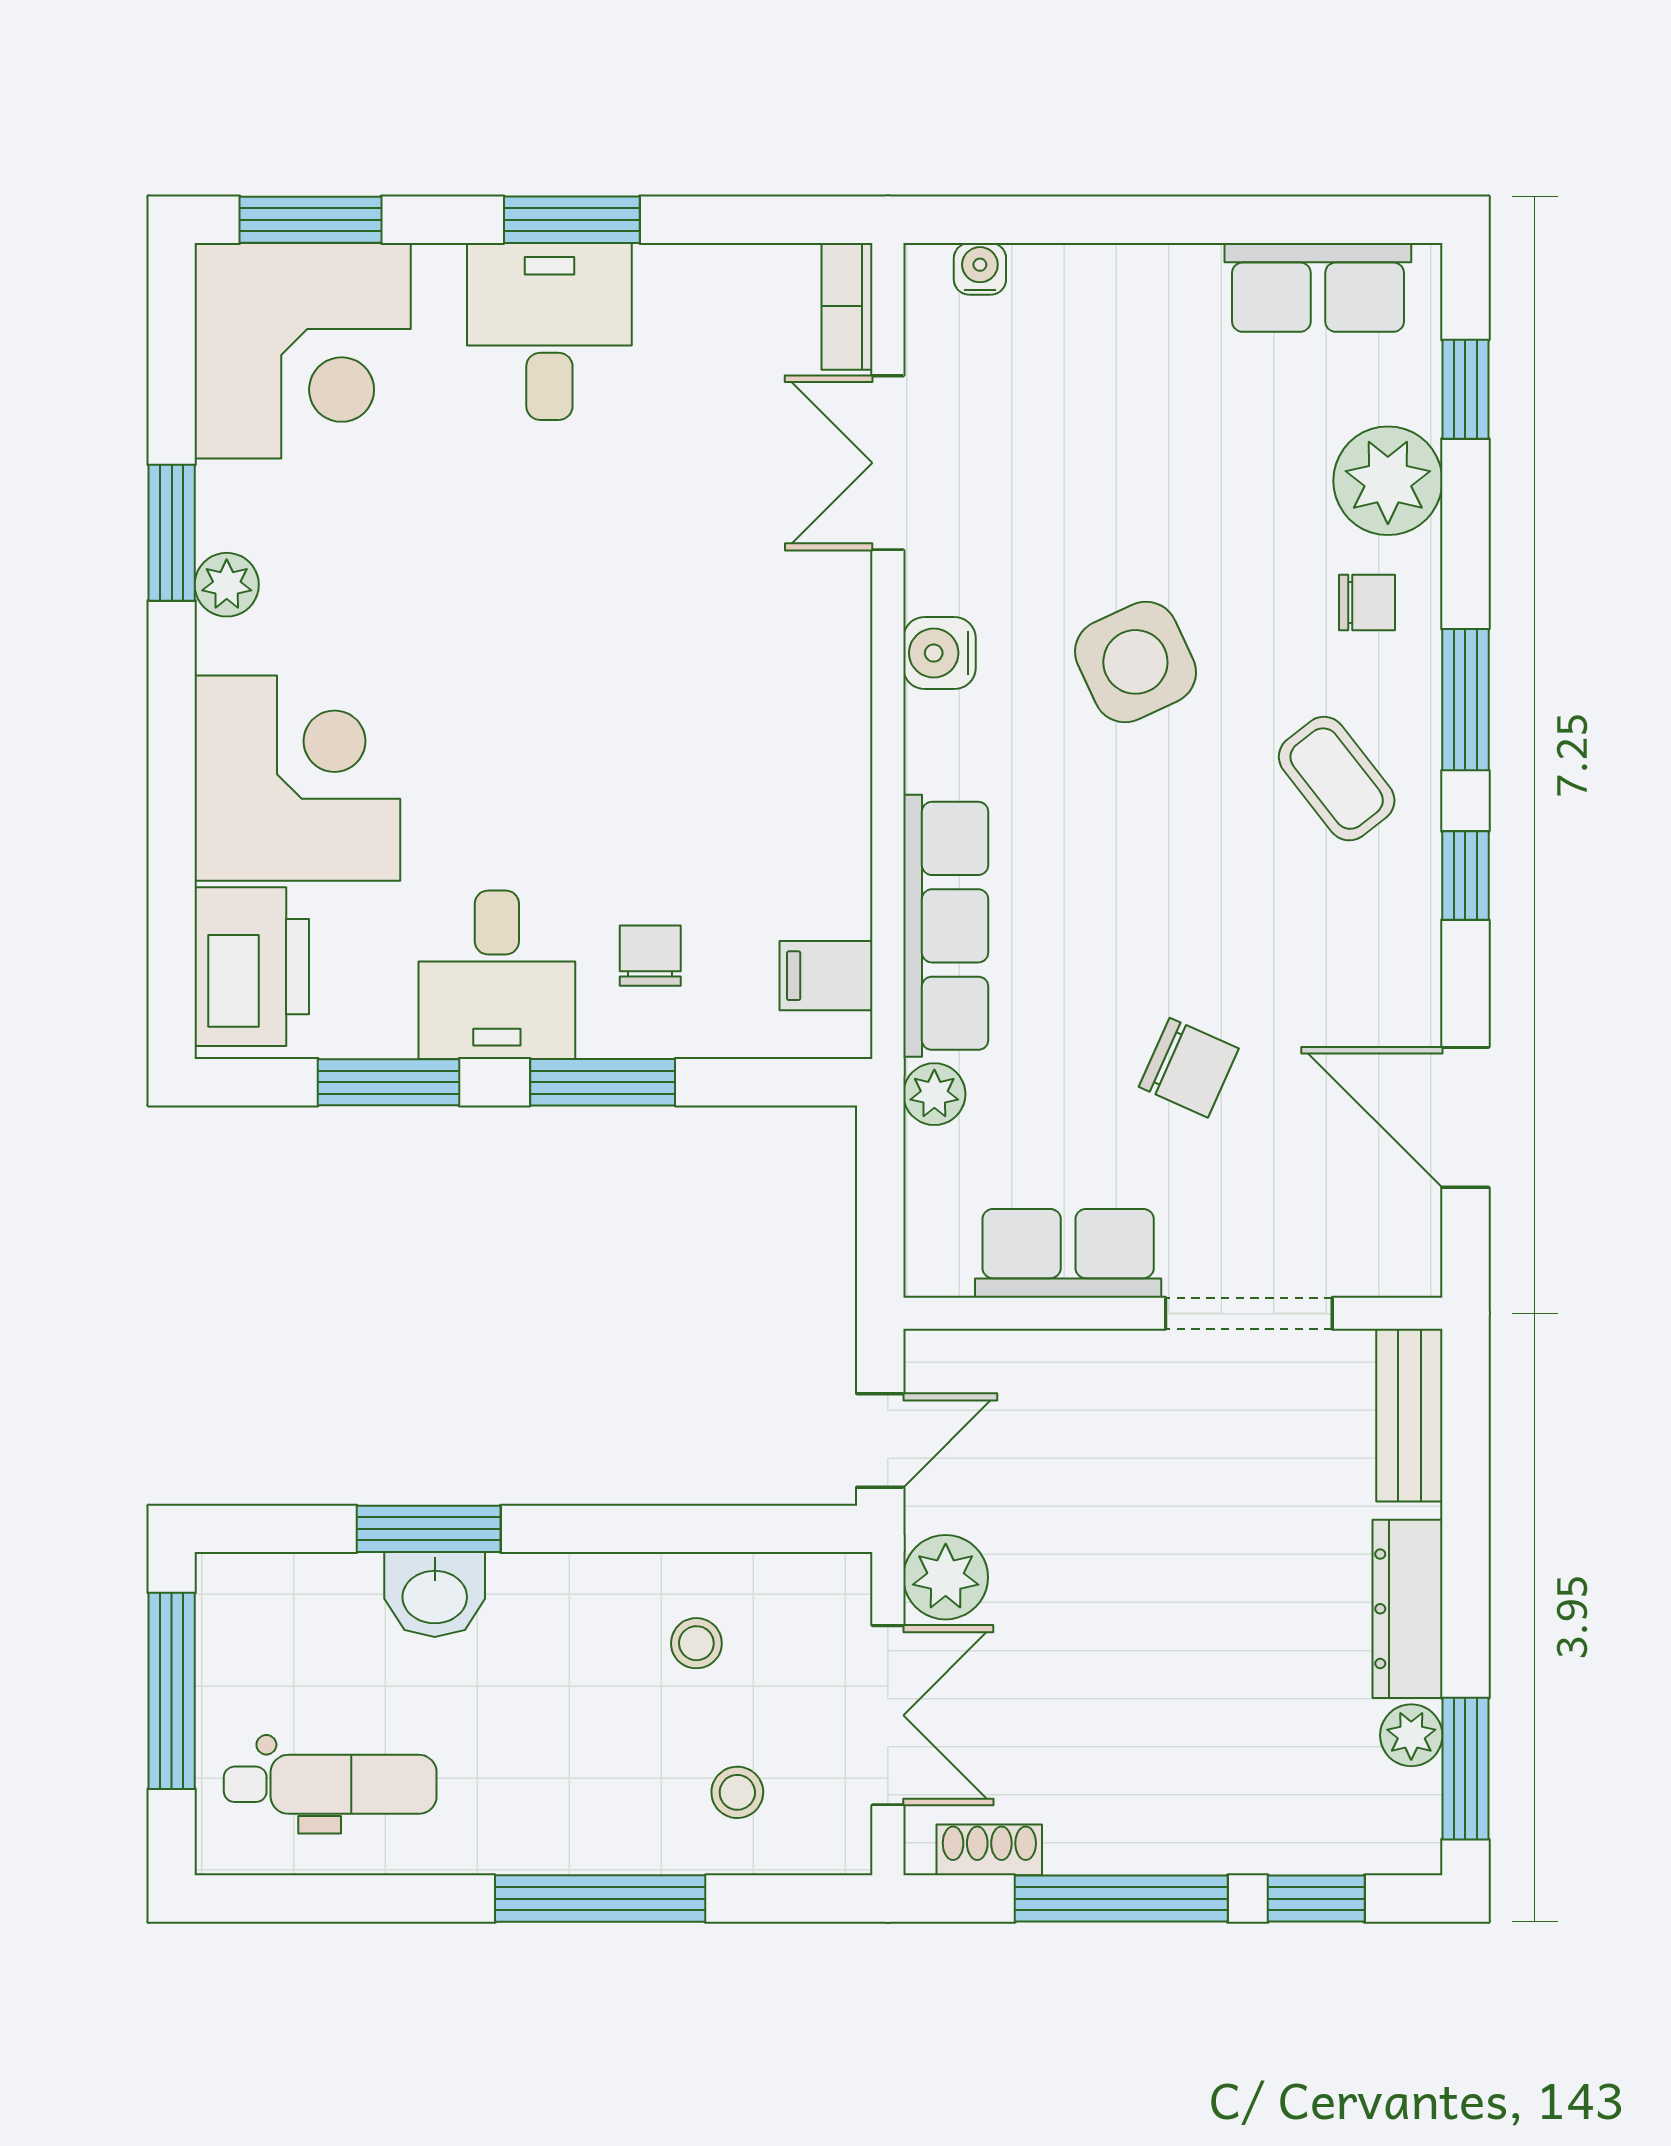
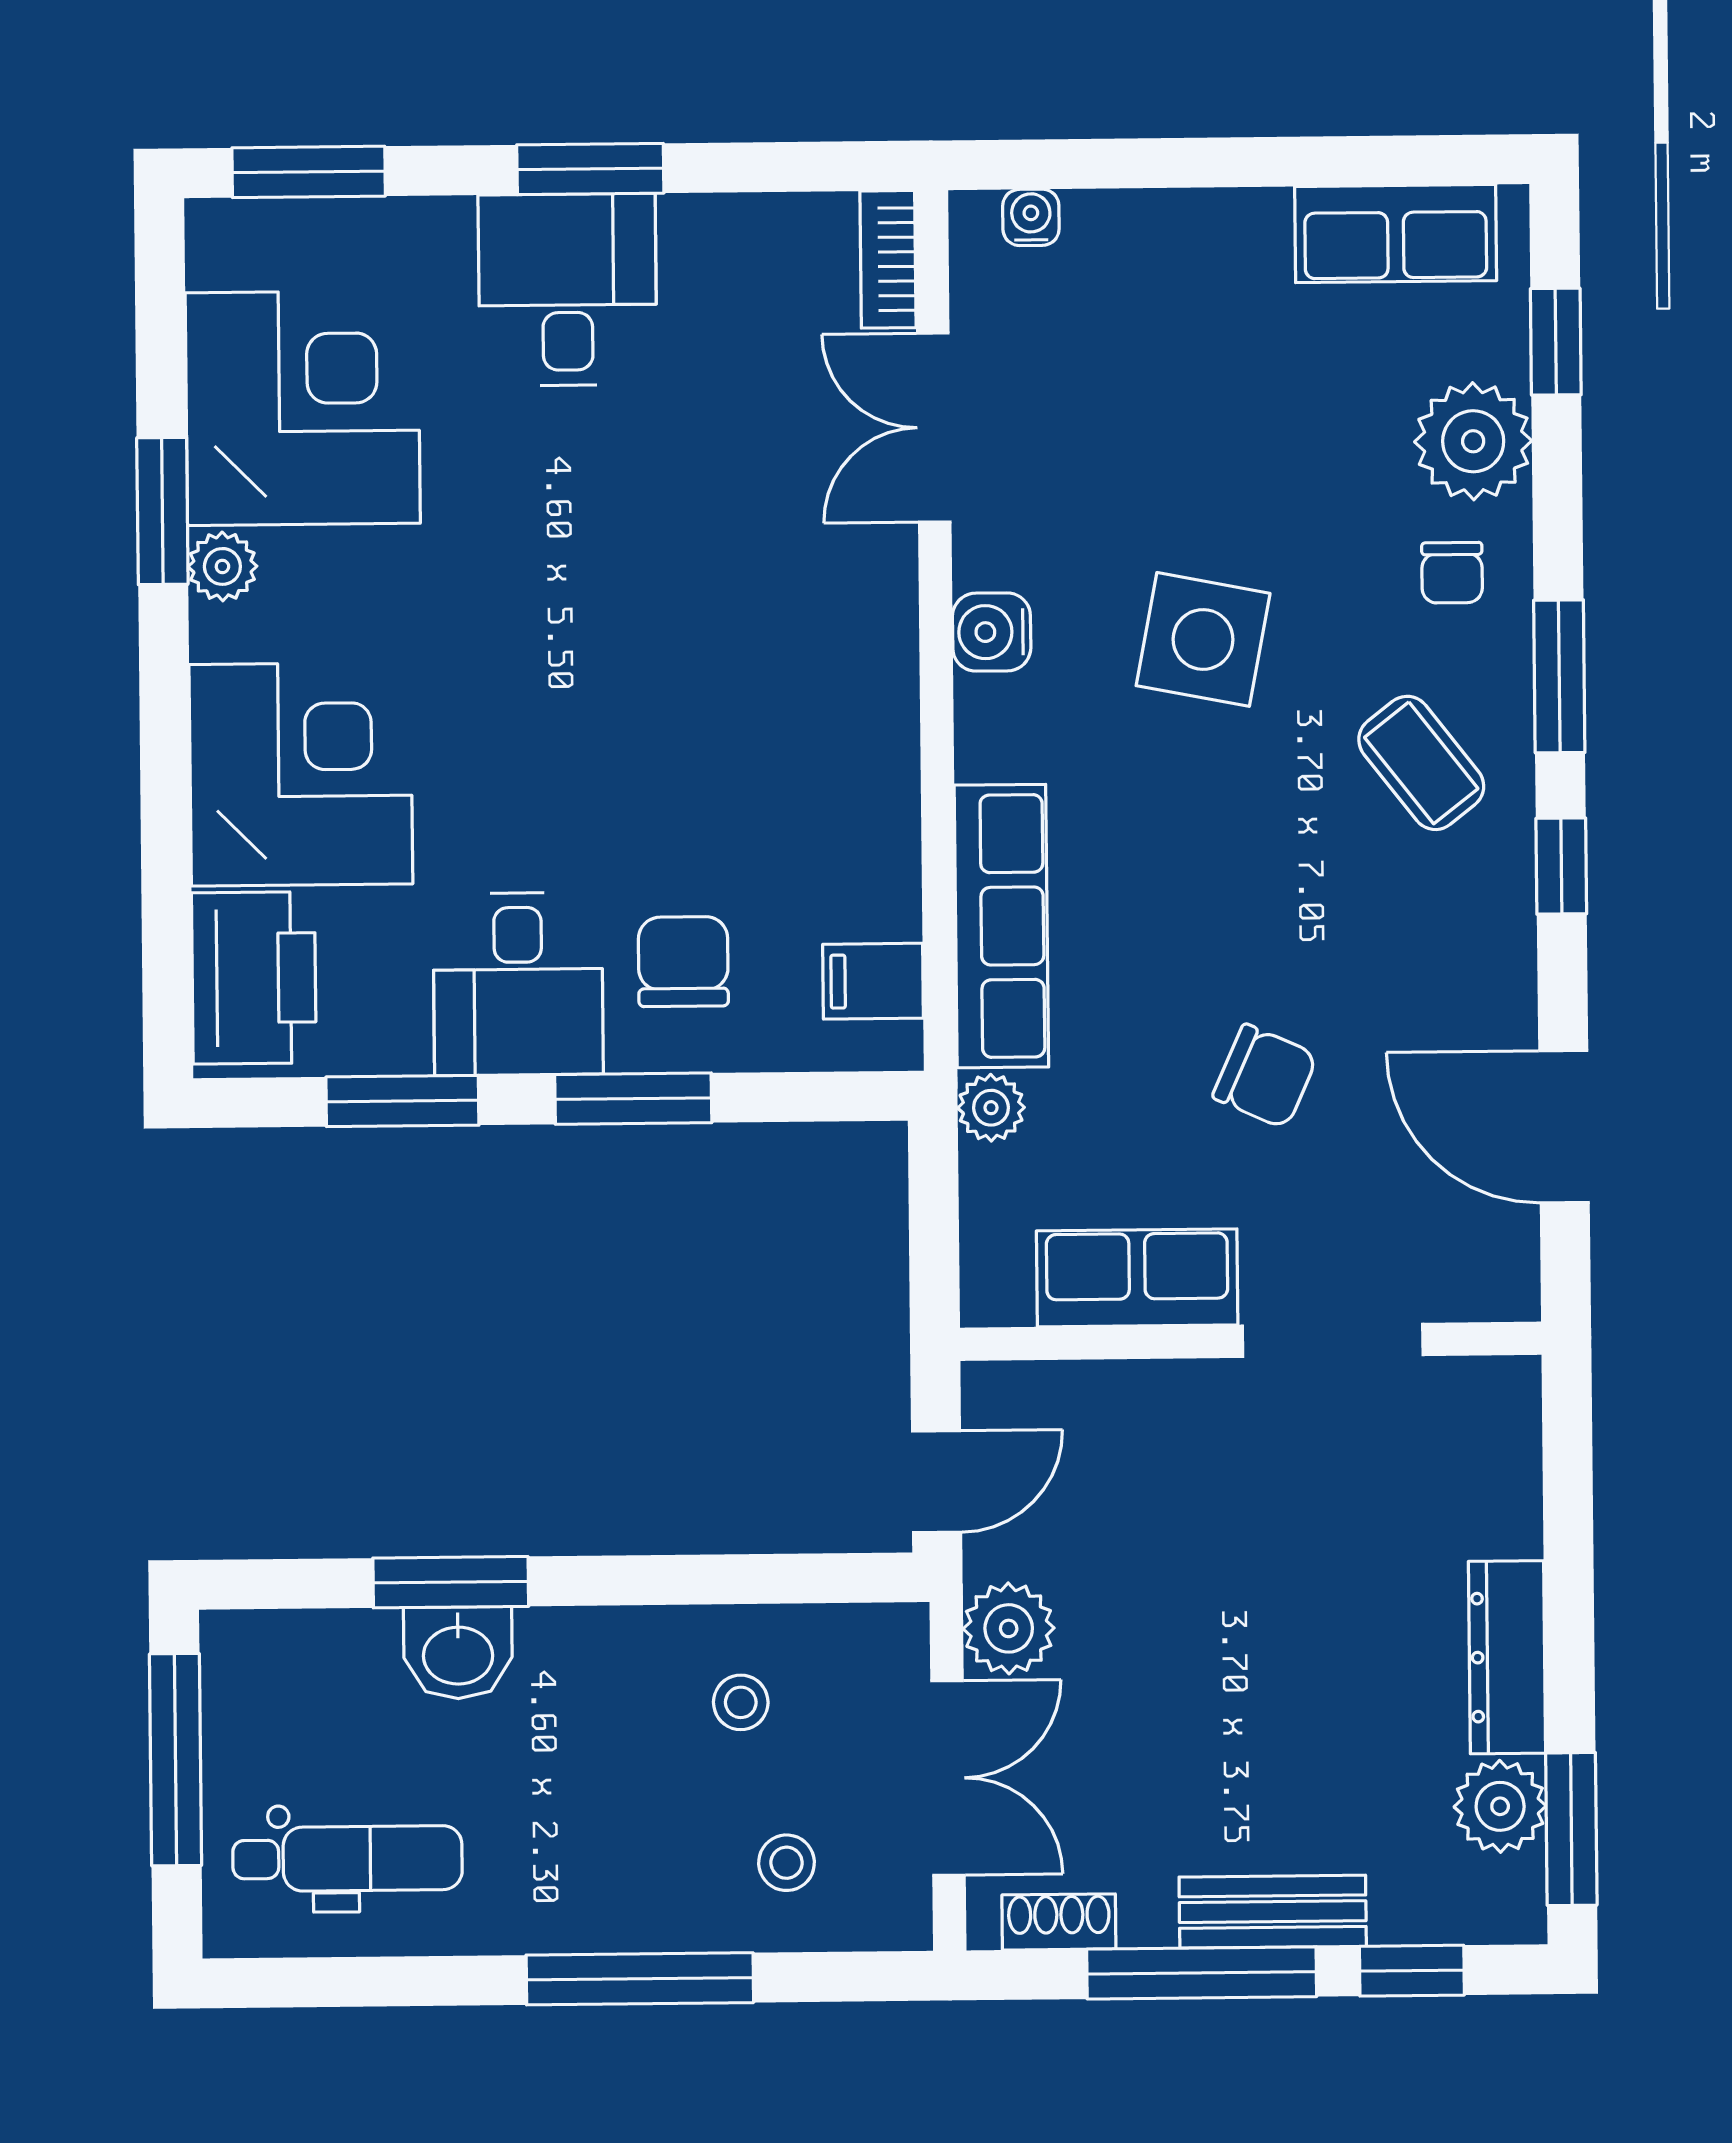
corner desk: (303, 351) -> (303, 408), moved, turned -90
chair: (1367, 602) -> (1452, 573), turned 90
side table: (1135, 662) -> (1203, 639), turned 36
chair: (650, 956) -> (683, 962), width x1.37, depth x1.37
bench: (1409, 1415) -> (1273, 1912), moved, turned 90
plant: (1411, 1735) -> (1500, 1806), width x1.38, depth x1.38

